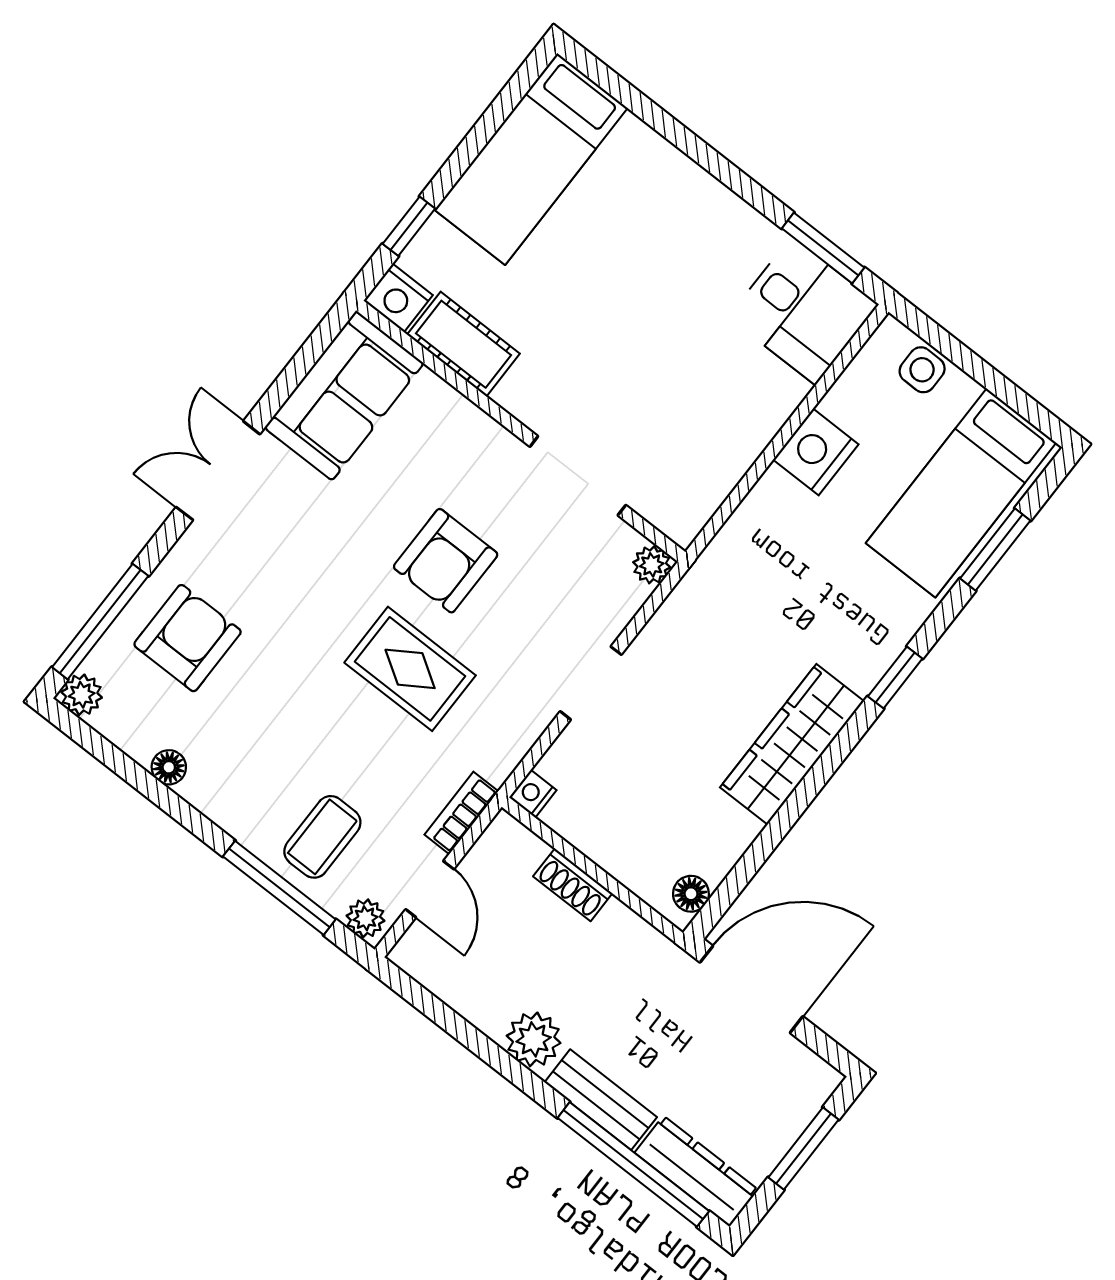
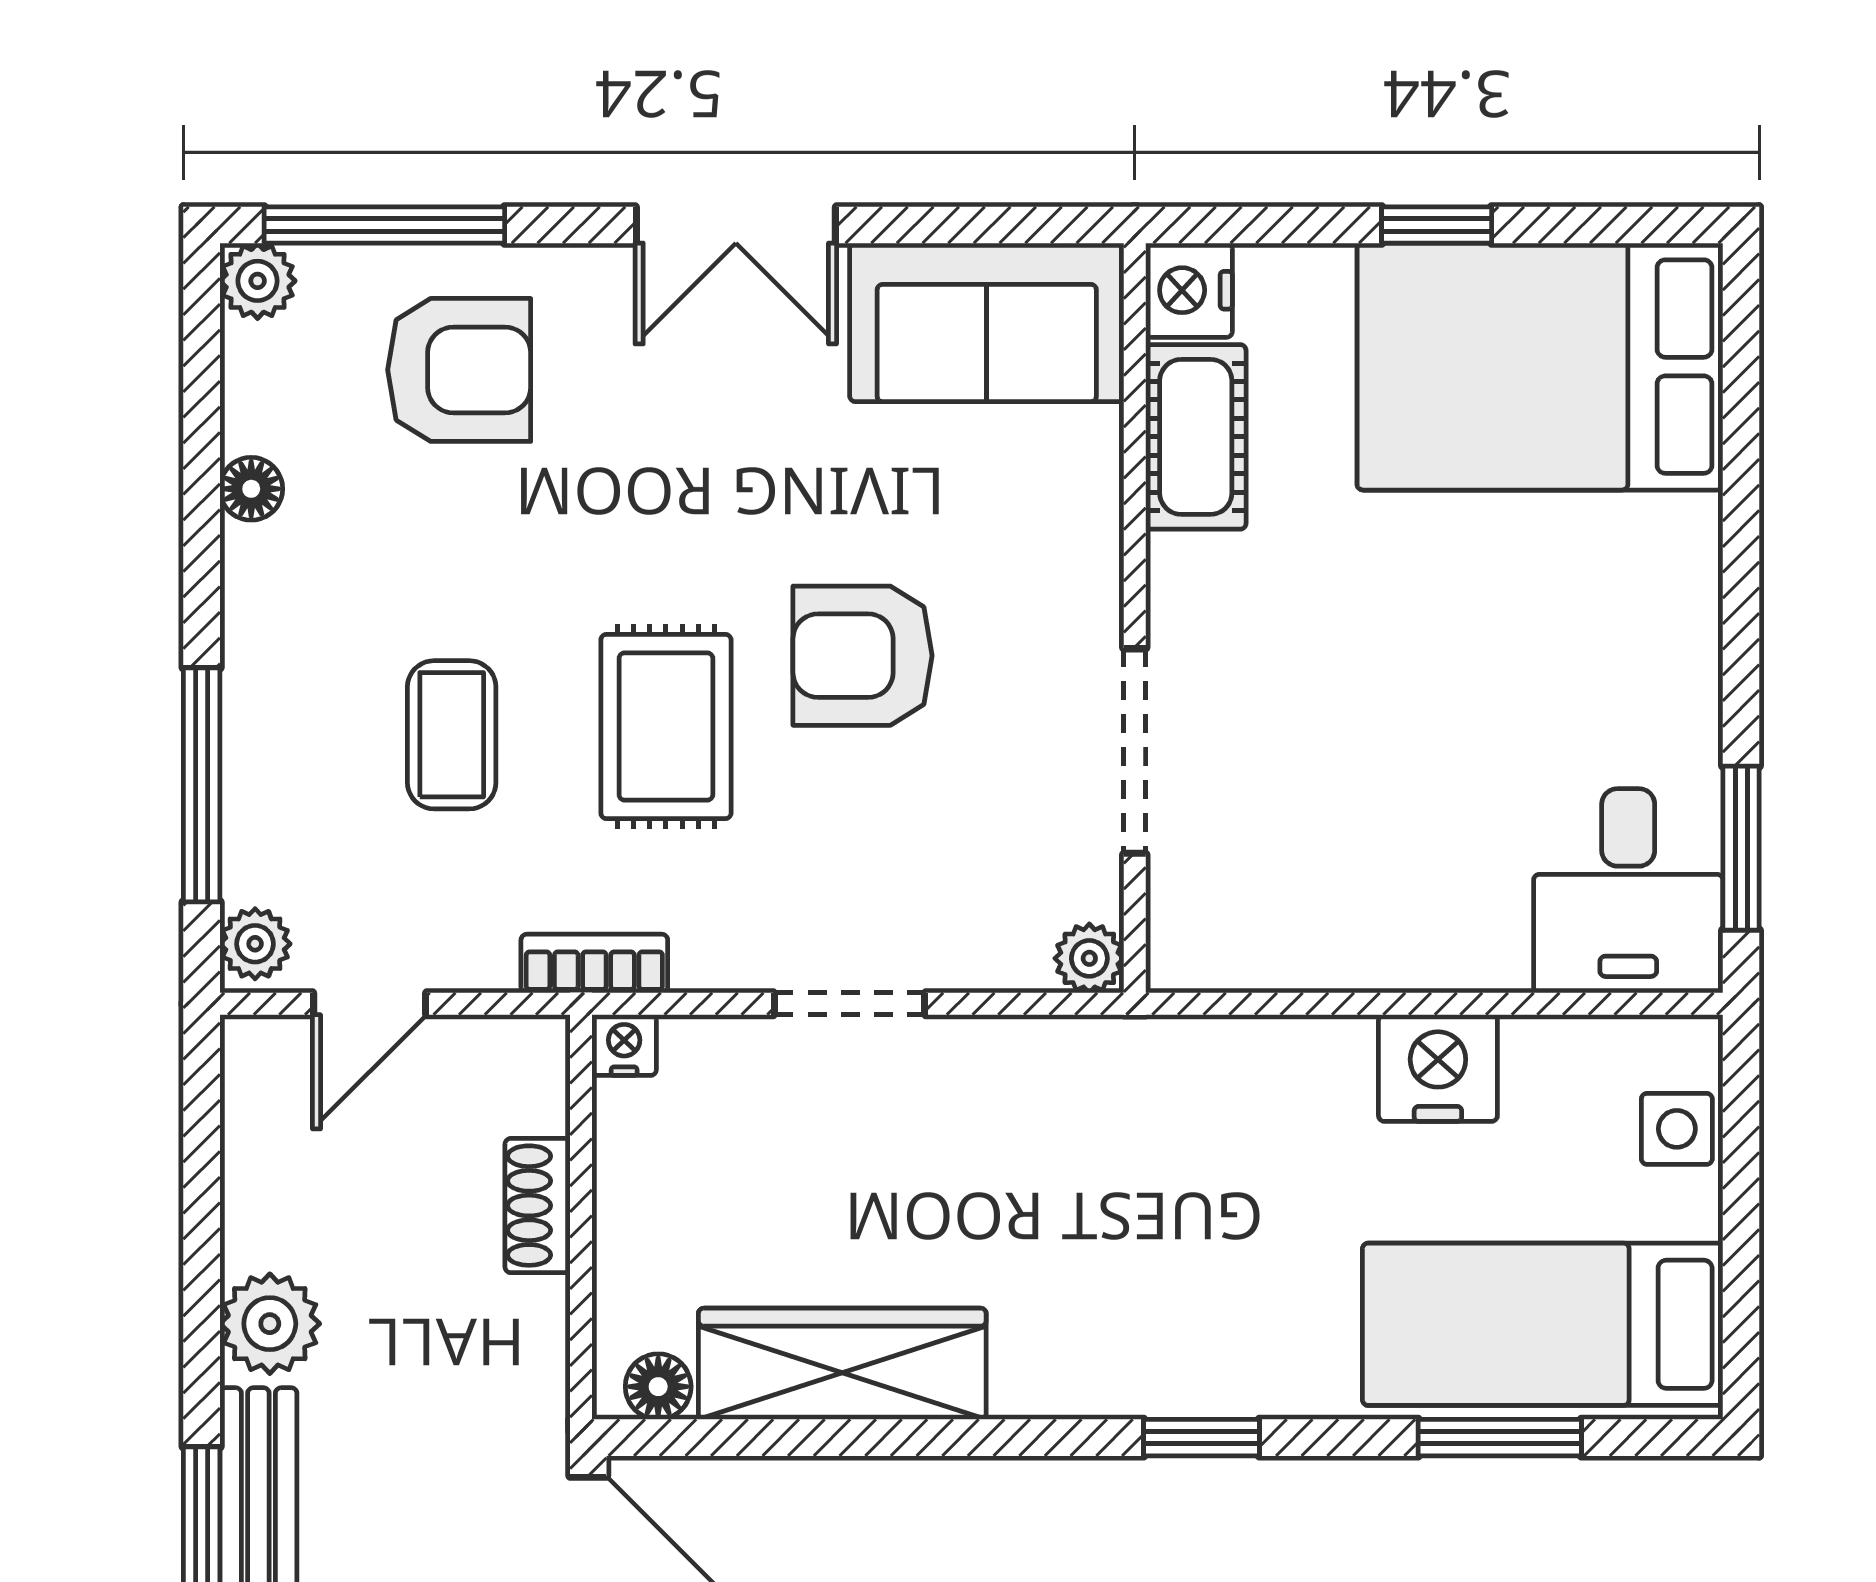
bed: (531, 159) -> (1540, 367), width x1.50
window: (409, 226) -> (1437, 225), moved
double door: (218, 471) -> (736, 225), swing flipped
wardrobe: (792, 744) -> (842, 1364), moved
bookcase: (461, 813) -> (594, 964), moved
coffee table: (322, 837) -> (452, 735), moved, turned 90

